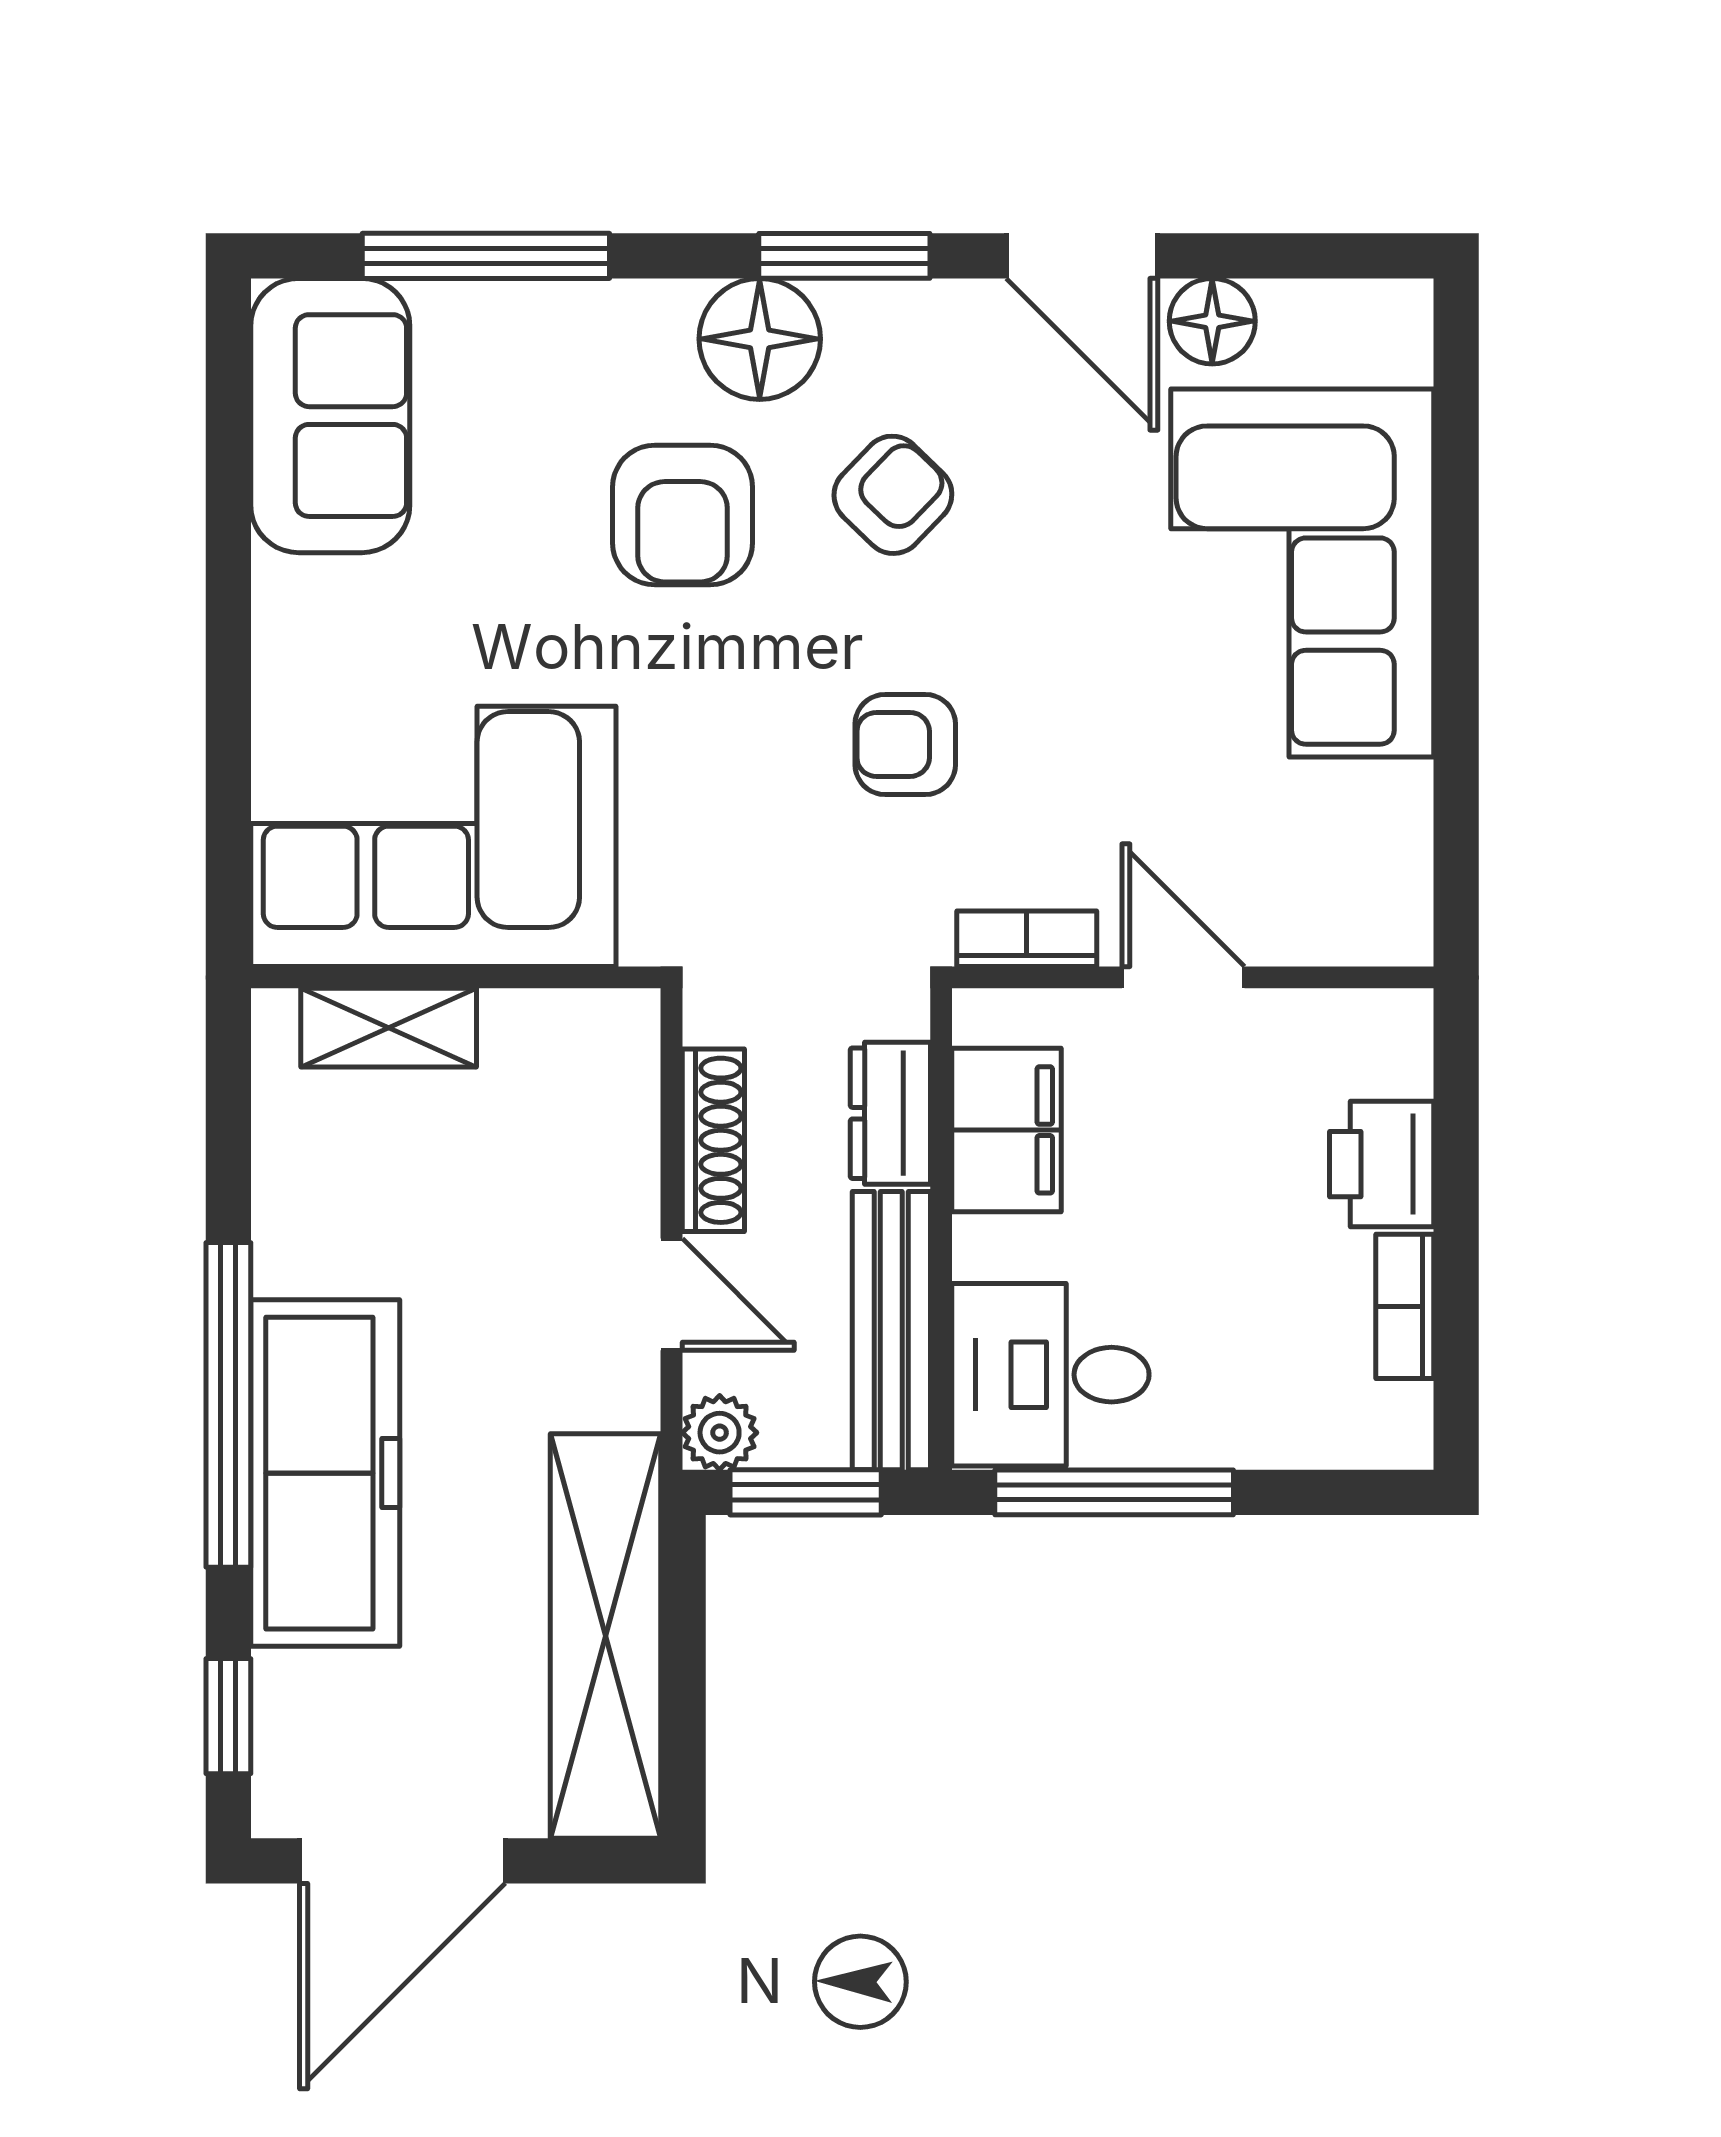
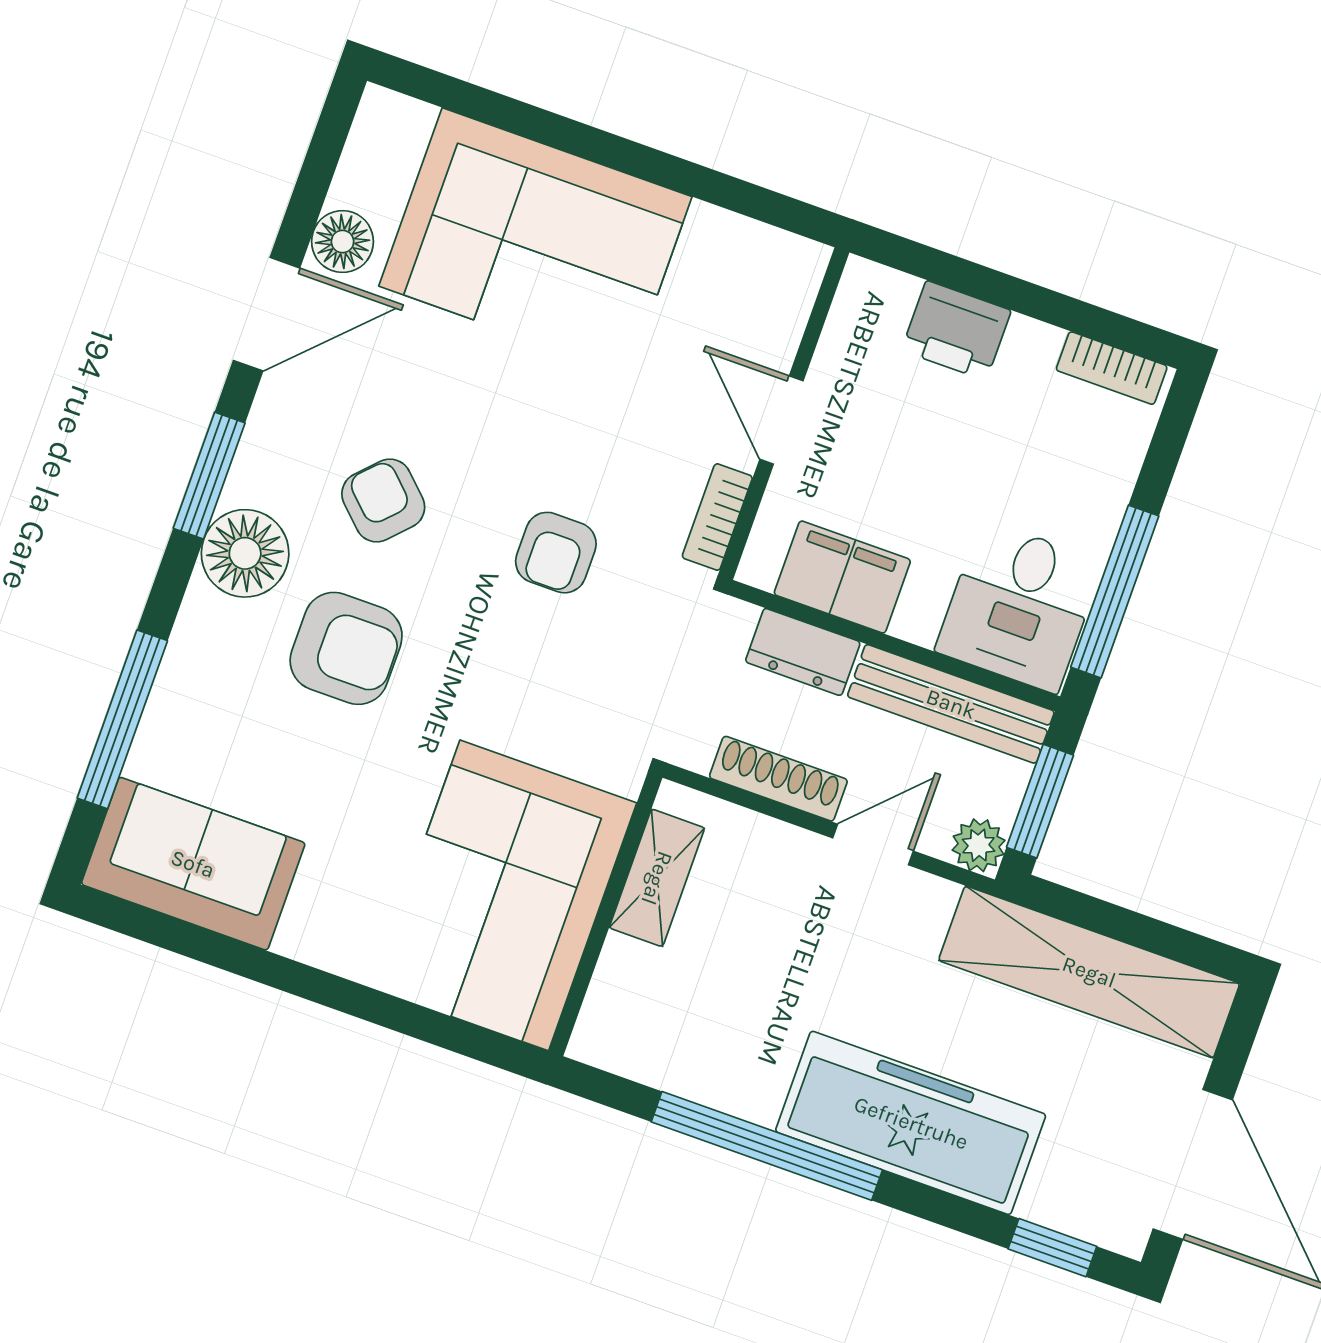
door: (1183, 977) -> (781, 420), hinge flipped
shelving: (389, 1028) -> (657, 878), moved
bookcase: (1405, 1306) -> (1112, 368), moved
window: (228, 1405) -> (767, 1146), moved

